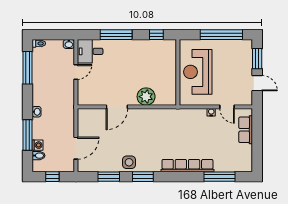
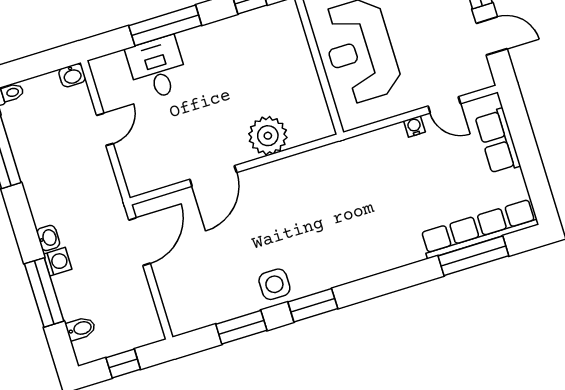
desk: (90, 51) -> (157, 68), moved, turned 90
washing machine: (37, 145) -> (58, 262), moved
door: (76, 148) -> (139, 242), moved
row of seats: (187, 166) -> (479, 229), moved

